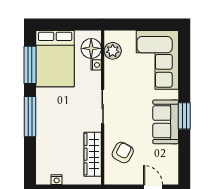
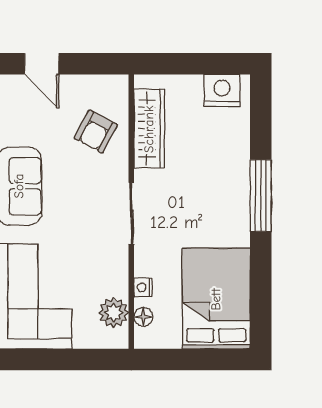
floor lamp: (91, 48) -> (143, 317), width x0.53, depth x0.53
window: (30, 65) -> (261, 288), removed
nightstand: (57, 180) -> (222, 90), width x1.89, depth x1.79

